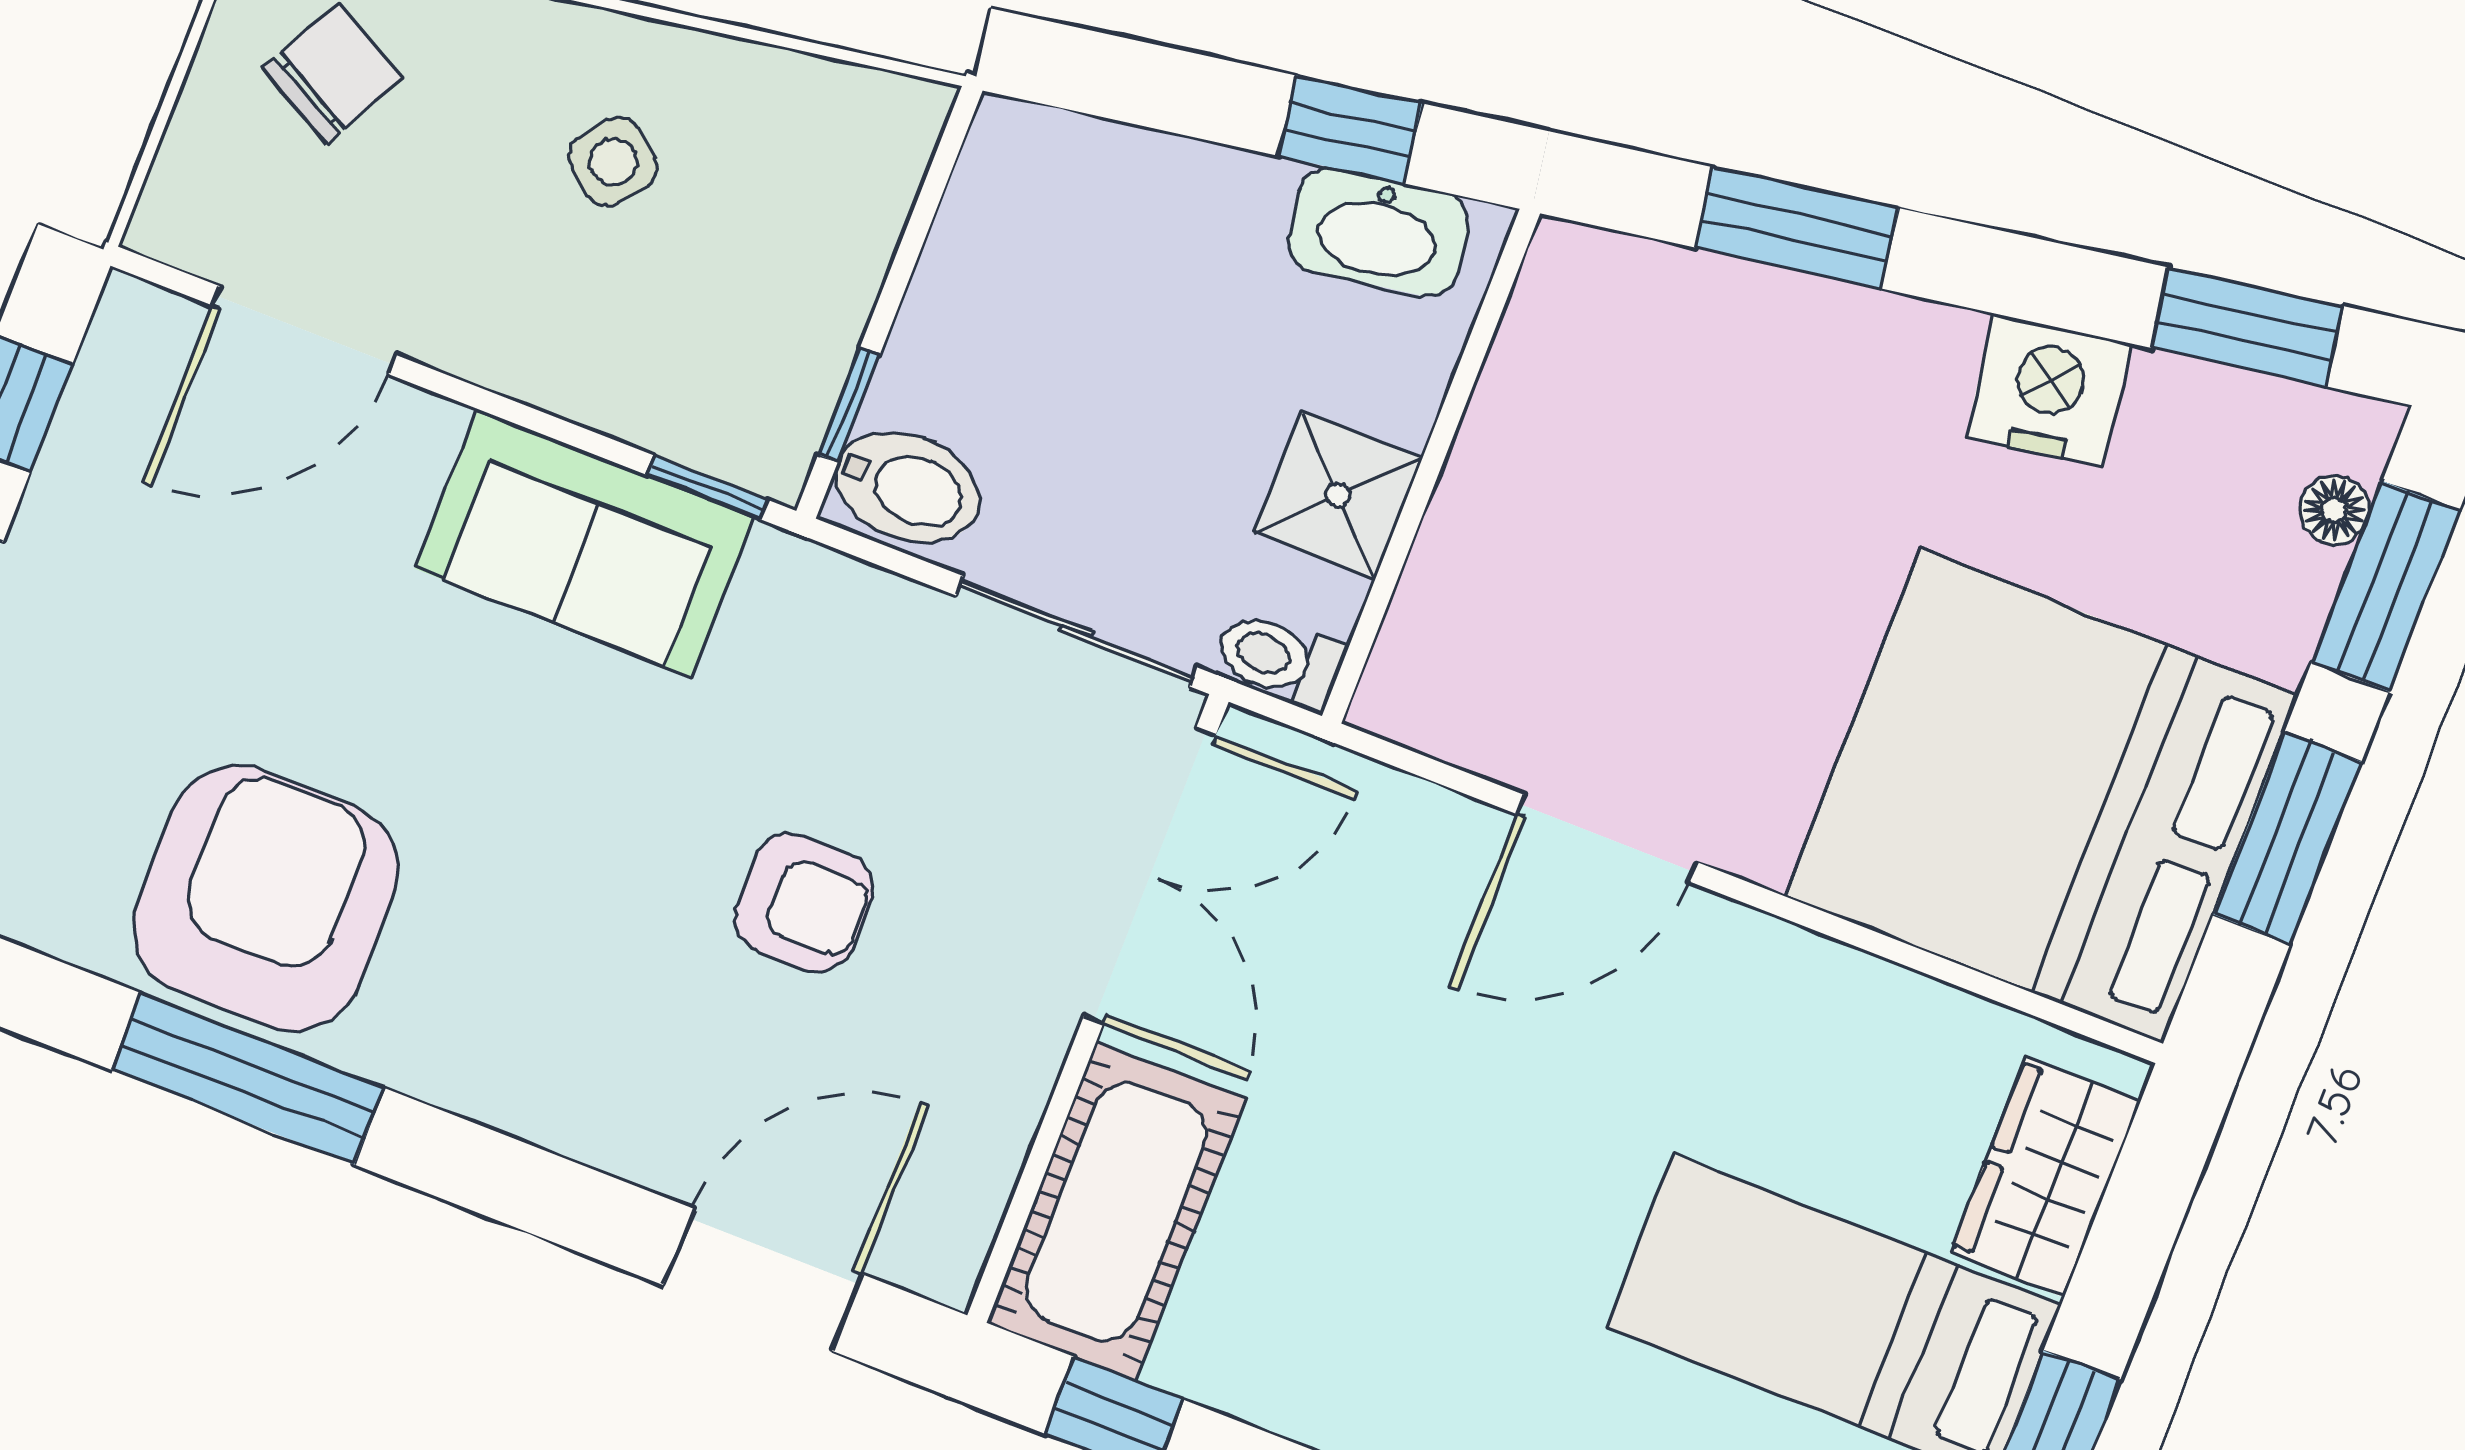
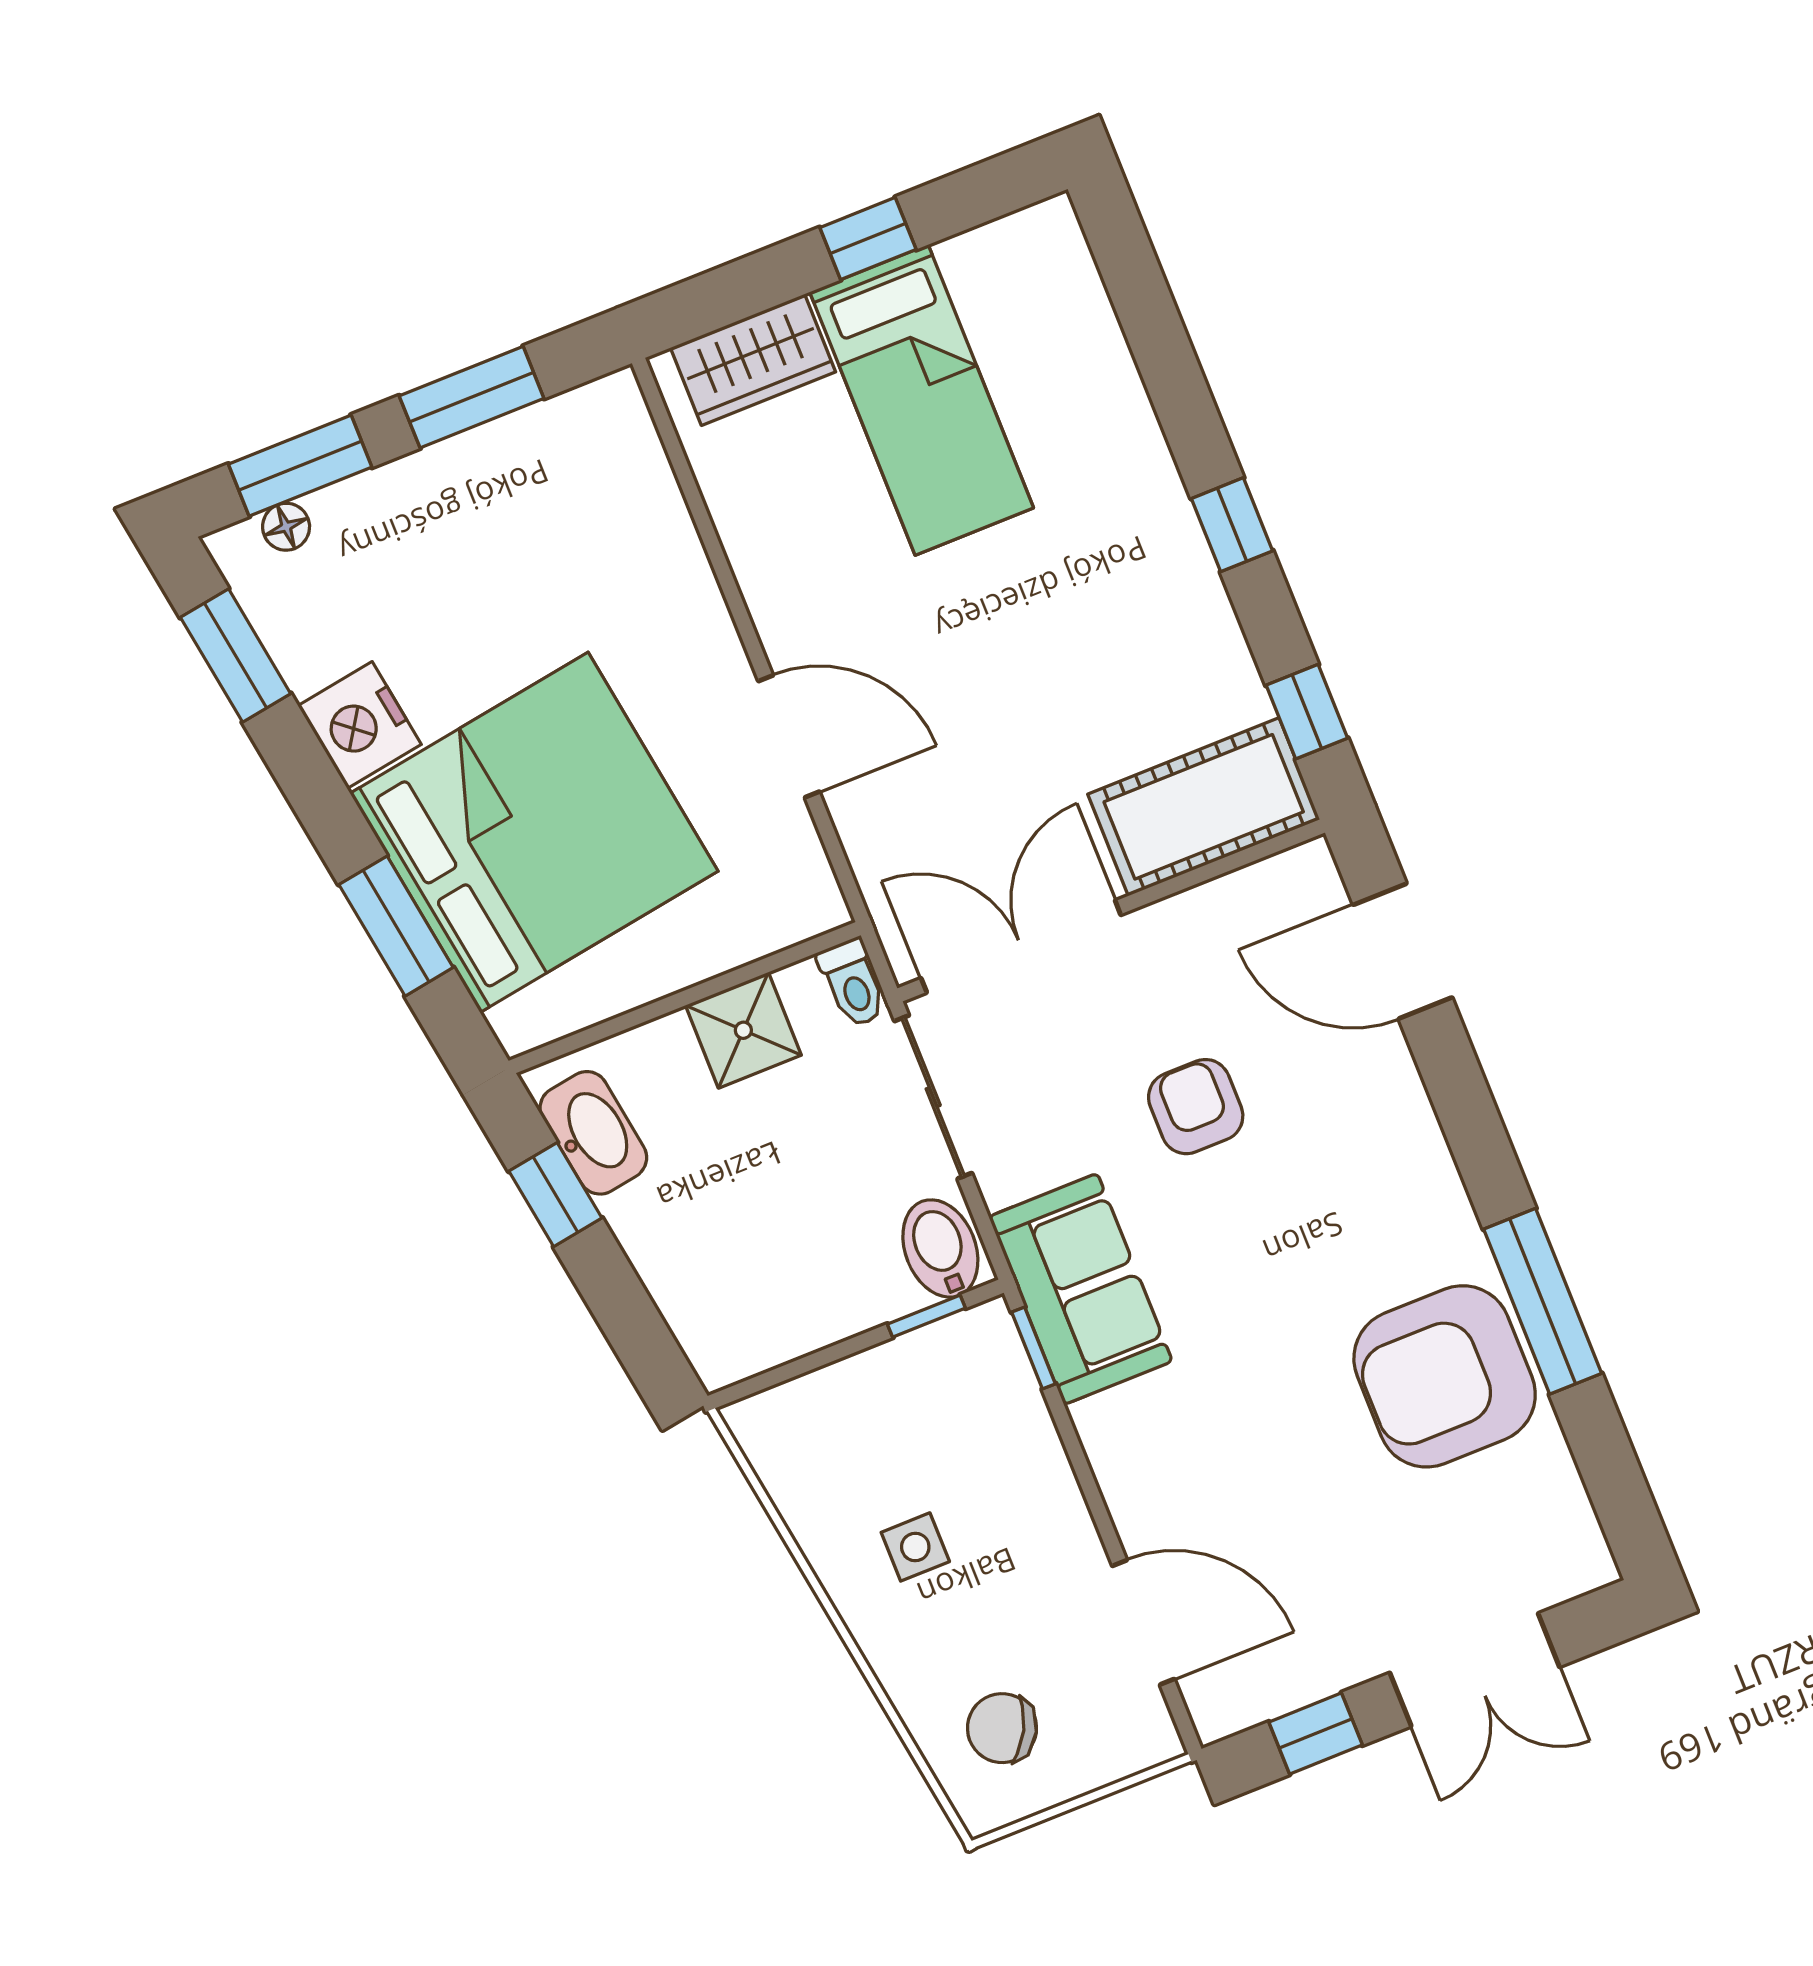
side table: (613, 162) -> (915, 1547), turned -38
sofa: (584, 543) -> (1081, 1289), moved
bed: (2042, 796) -> (534, 832), moved, turned -99

